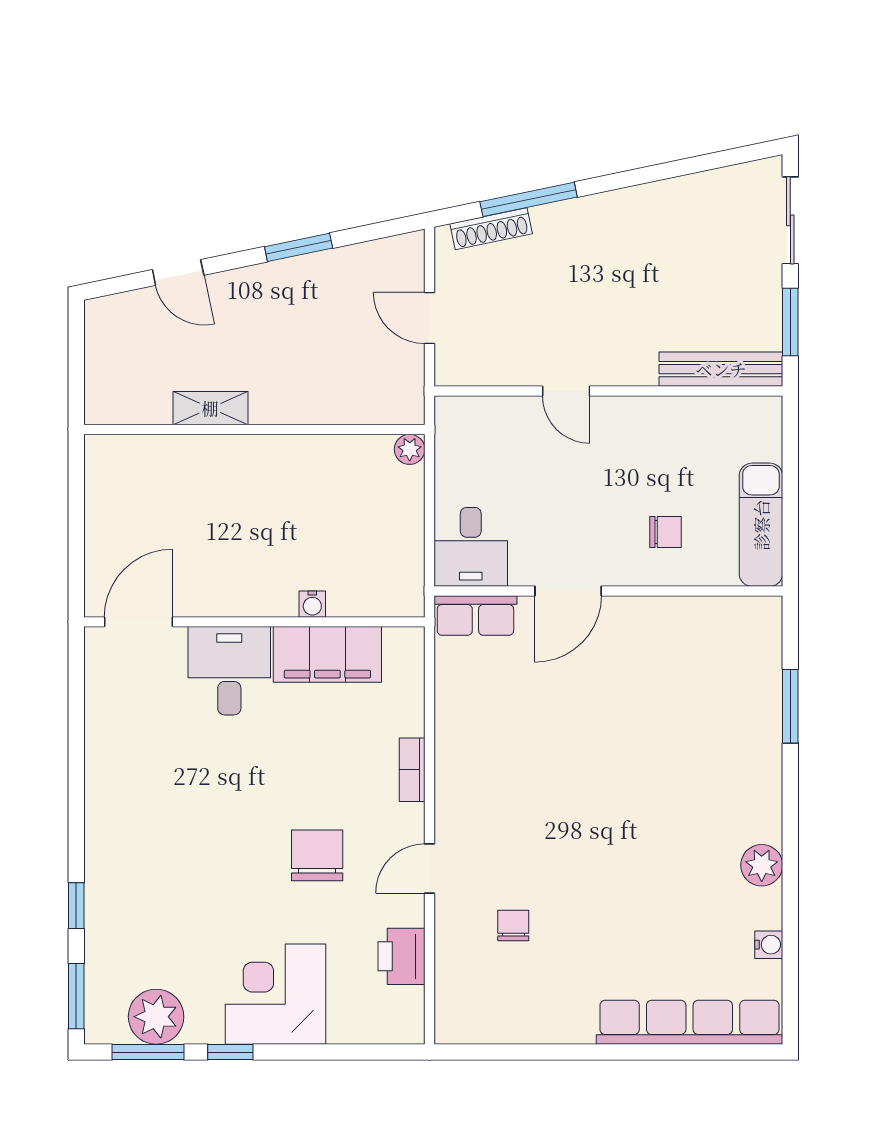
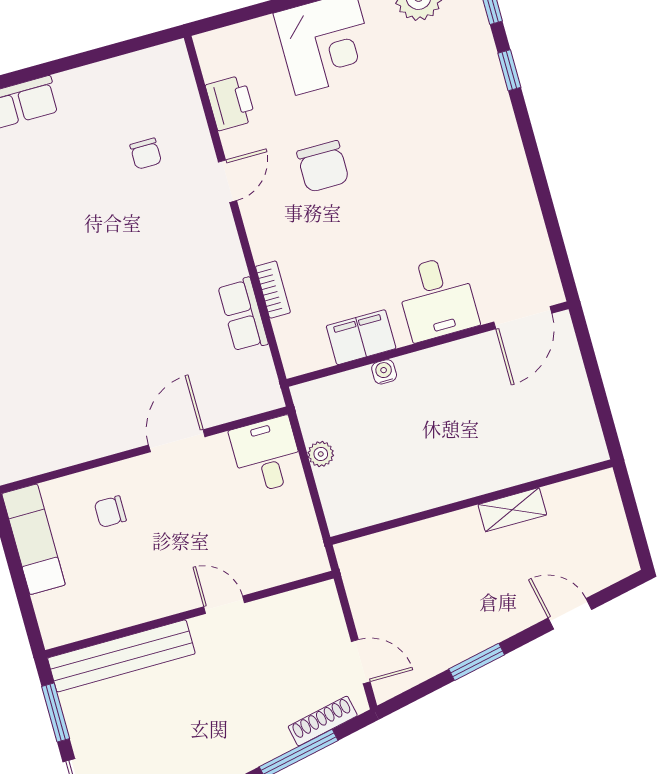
door: (429, 318) -> (361, 662), moved
bench: (721, 369) -> (121, 656), width x1.37, depth x1.21
plant: (410, 449) -> (321, 454), moved
row of seats: (475, 616) -> (243, 315), moved, turned -90
filing cabinet: (327, 654) -> (361, 337), width x0.67, depth x0.86
bookcase: (412, 770) -> (273, 290), moved

